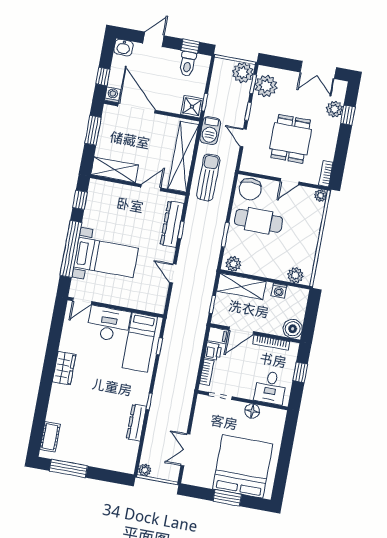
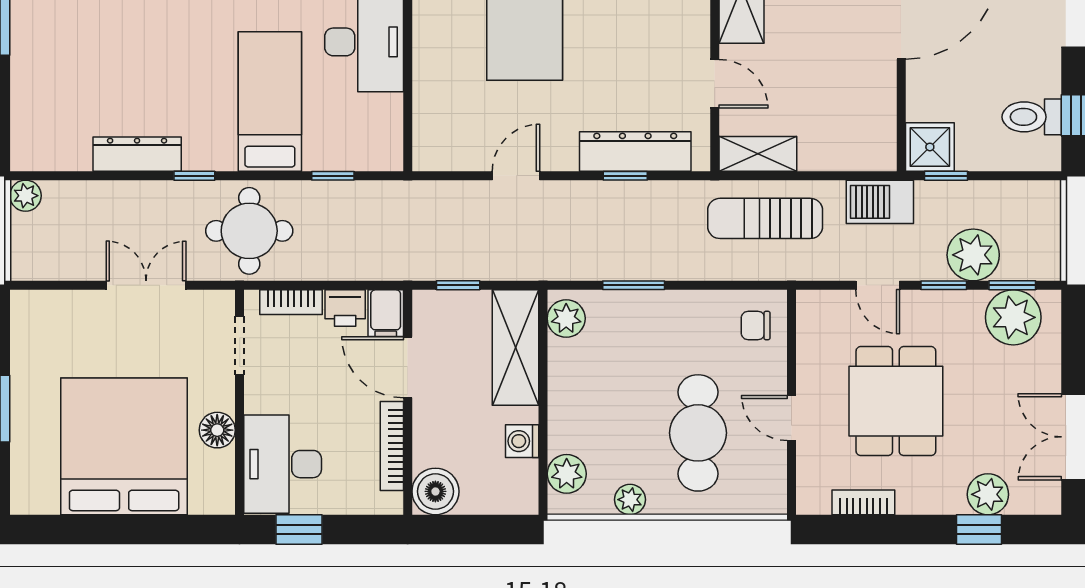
plant: (243, 73) -> (973, 255), moved
door: (243, 138) -> (878, 285), swing flipped
dining table: (291, 139) -> (896, 401), turned 90
shelving: (183, 157) -> (758, 154), width x0.45, depth x0.75
bookcase: (326, 174) -> (863, 502), moved
sun lounger: (208, 177) -> (765, 218), turned 180
chair: (250, 189) -> (756, 325), width x0.54, depth x0.54
plant: (321, 196) -> (630, 500), moved
cafe table: (259, 221) -> (698, 433), moved
bed: (140, 342) -> (270, 101), moved, turned 90
window: (300, 372) -> (299, 530), moved
round table: (175, 384) -> (249, 231), added
desk: (270, 388) -> (283, 464), width x1.37
double door: (185, 450) -> (146, 285), moved
bed: (243, 466) -> (124, 446), moved, turned -90

